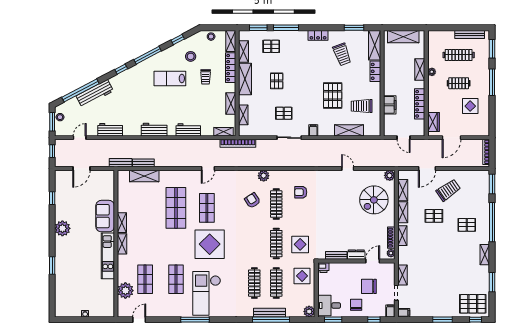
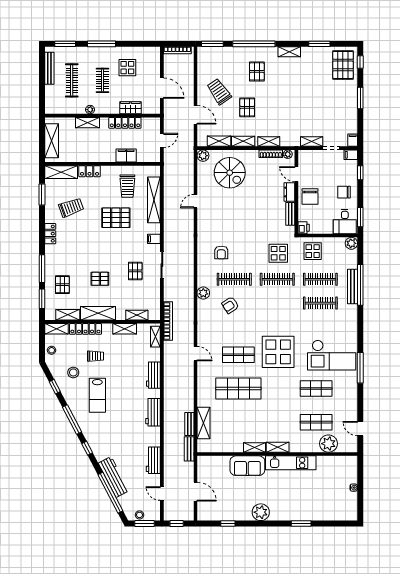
wardrobe: (433, 122) -> (130, 108), moved
shelving: (349, 130) -> (154, 200), width x1.47
chair: (369, 286) -> (310, 197), moved

